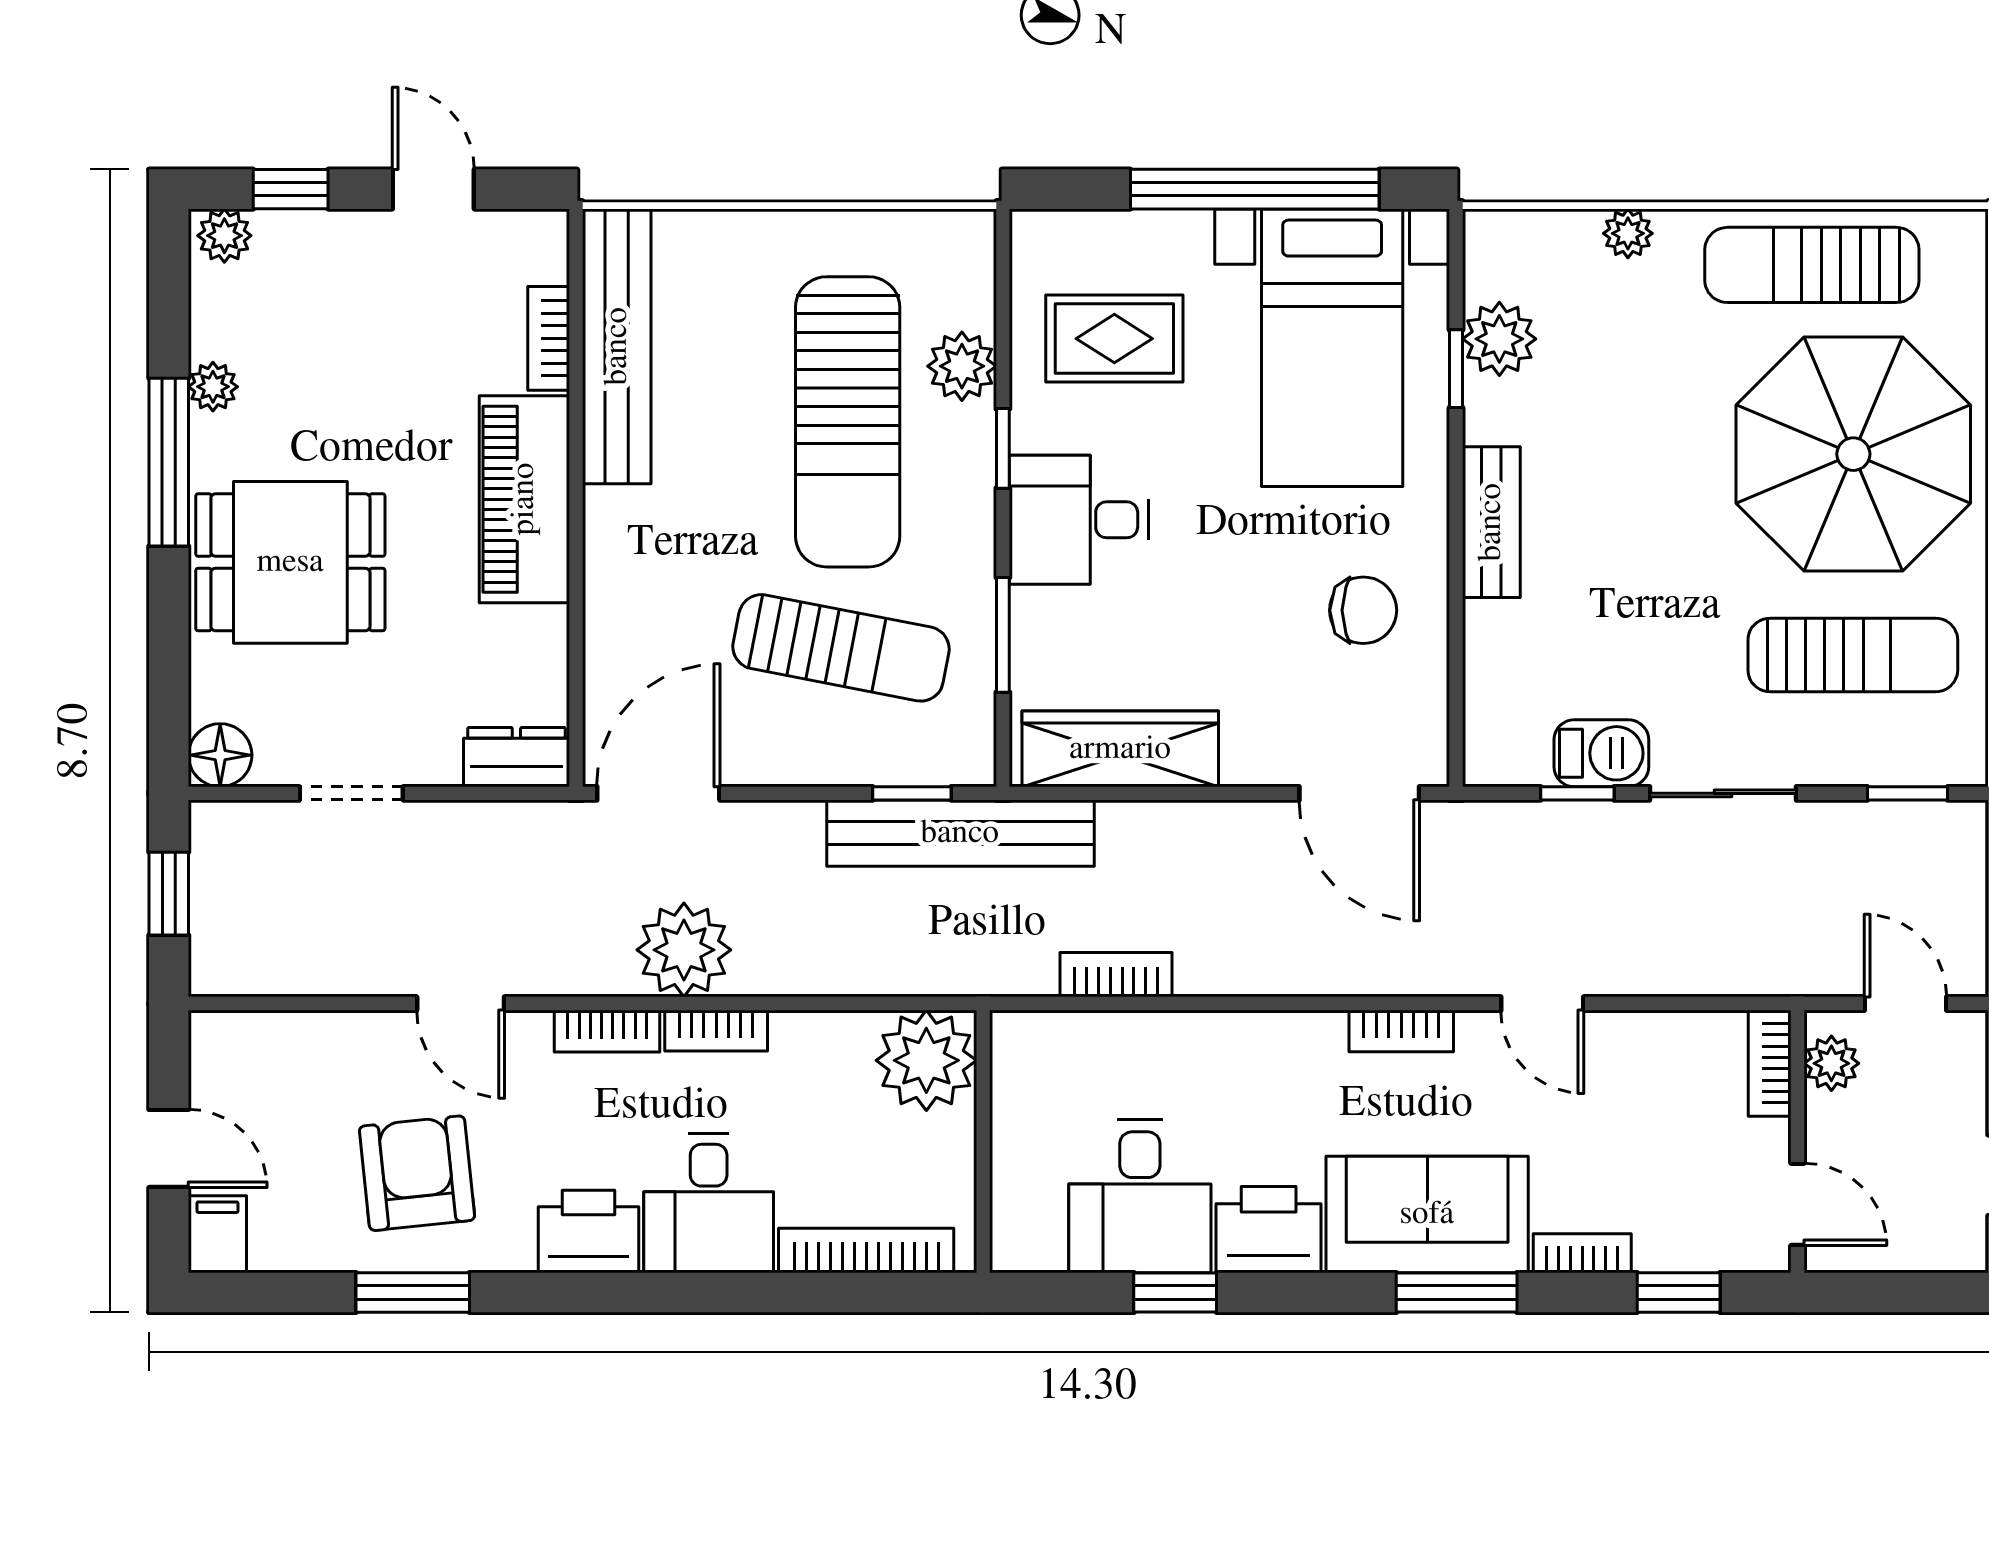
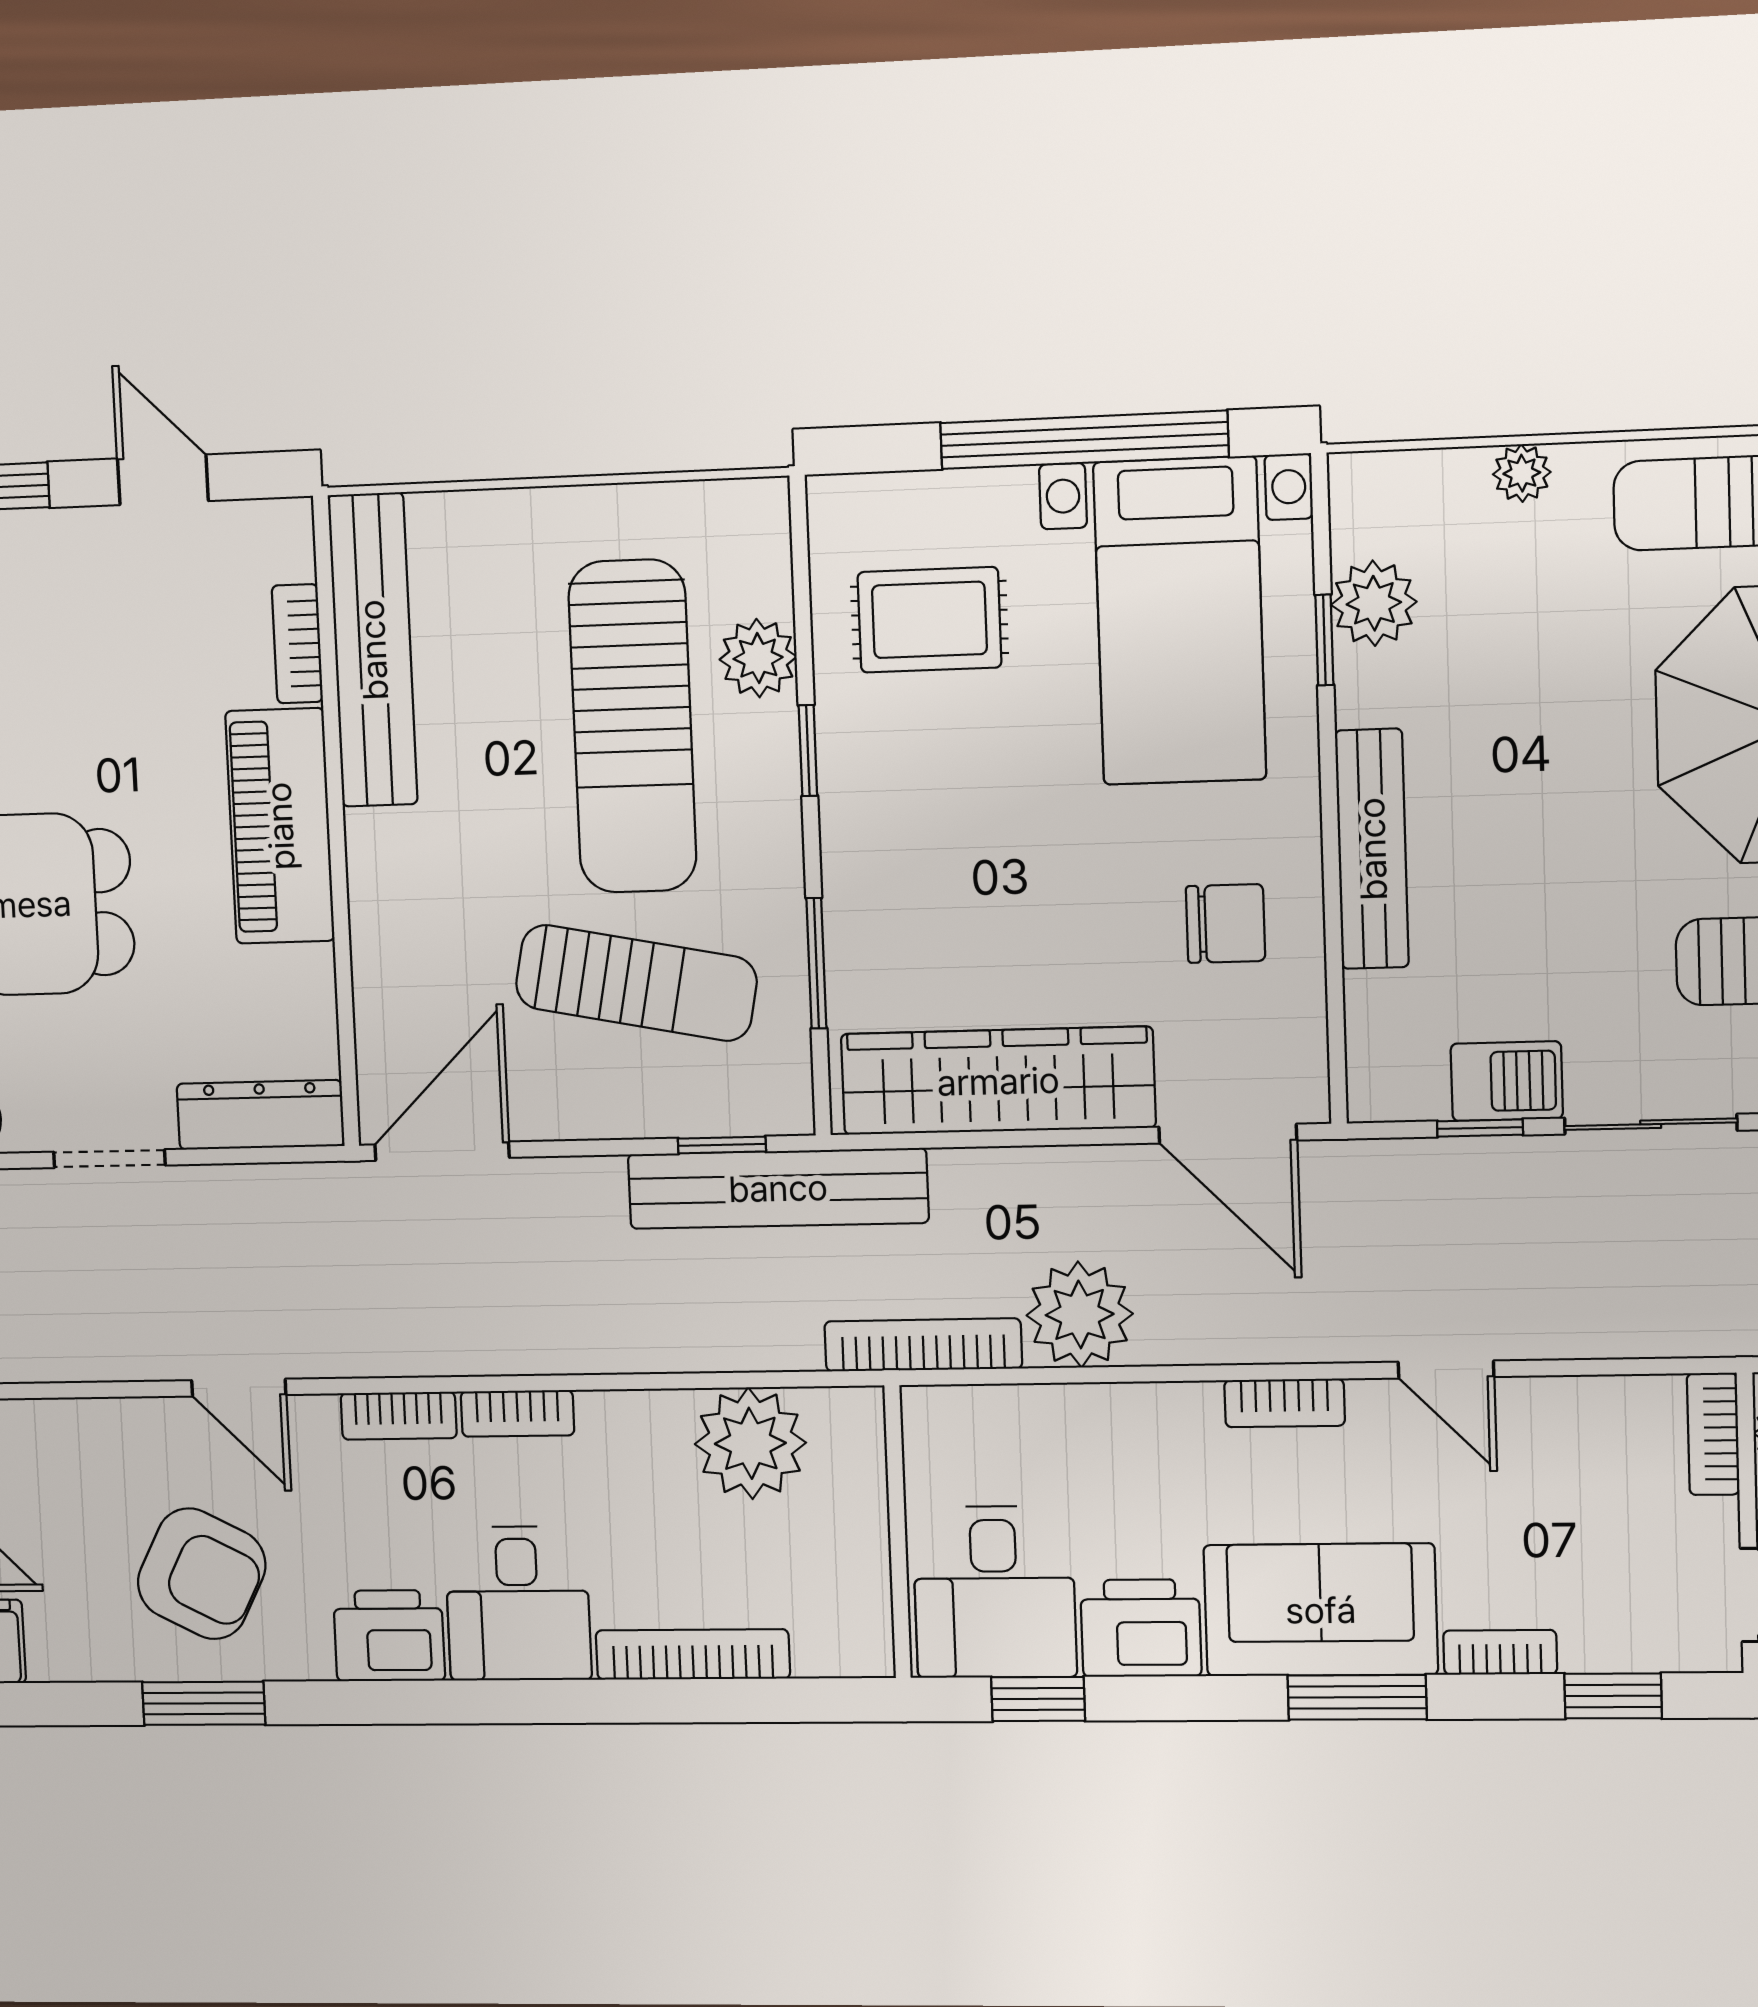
desk: (1079, 520) -> (897, 829), removed
bench: (1491, 522) -> (1372, 849), width x1.36
wardrobe: (1120, 749) -> (998, 1081), width x1.40, depth x1.17
dresser: (516, 757) -> (260, 1115), width x1.44
plant: (684, 950) -> (1080, 1314), moved
bookcase: (1116, 975) -> (923, 1345), width x1.56
wall: (983, 1141) -> (898, 1532), moved
armchair: (417, 1173) -> (202, 1574), turned 123

